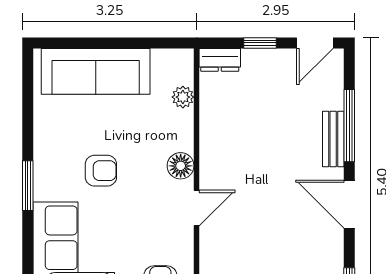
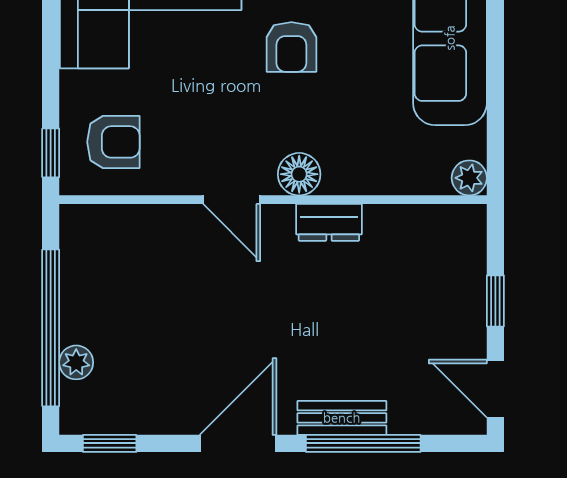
dresser: (220, 60) -> (329, 222), moved, turned -90
plant: (183, 97) -> (469, 178), moved

